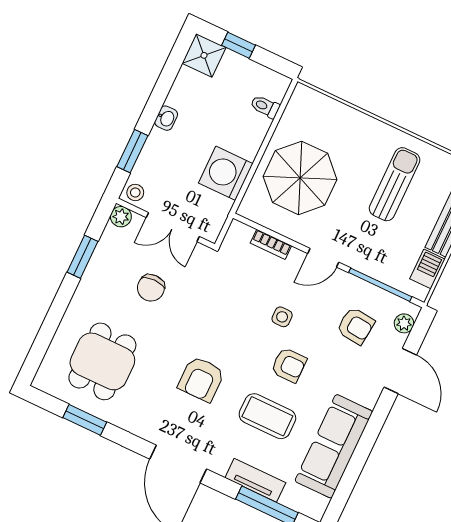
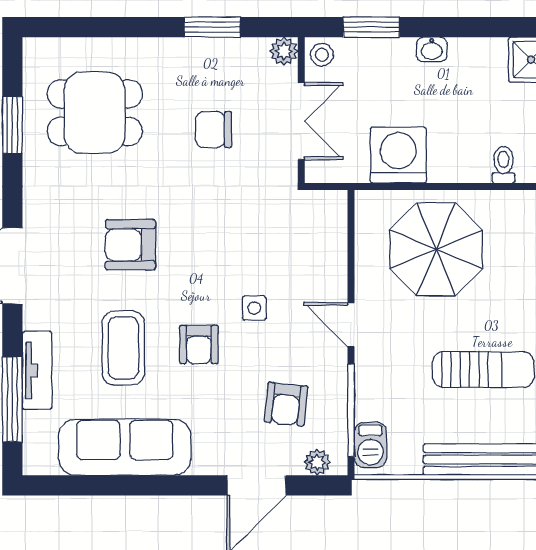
double door: (173, 227) -> (301, 121), swing flipped
bookcase: (271, 244) -> (337, 252), removed
barbecue: (427, 269) -> (370, 445), moved, turned 90

